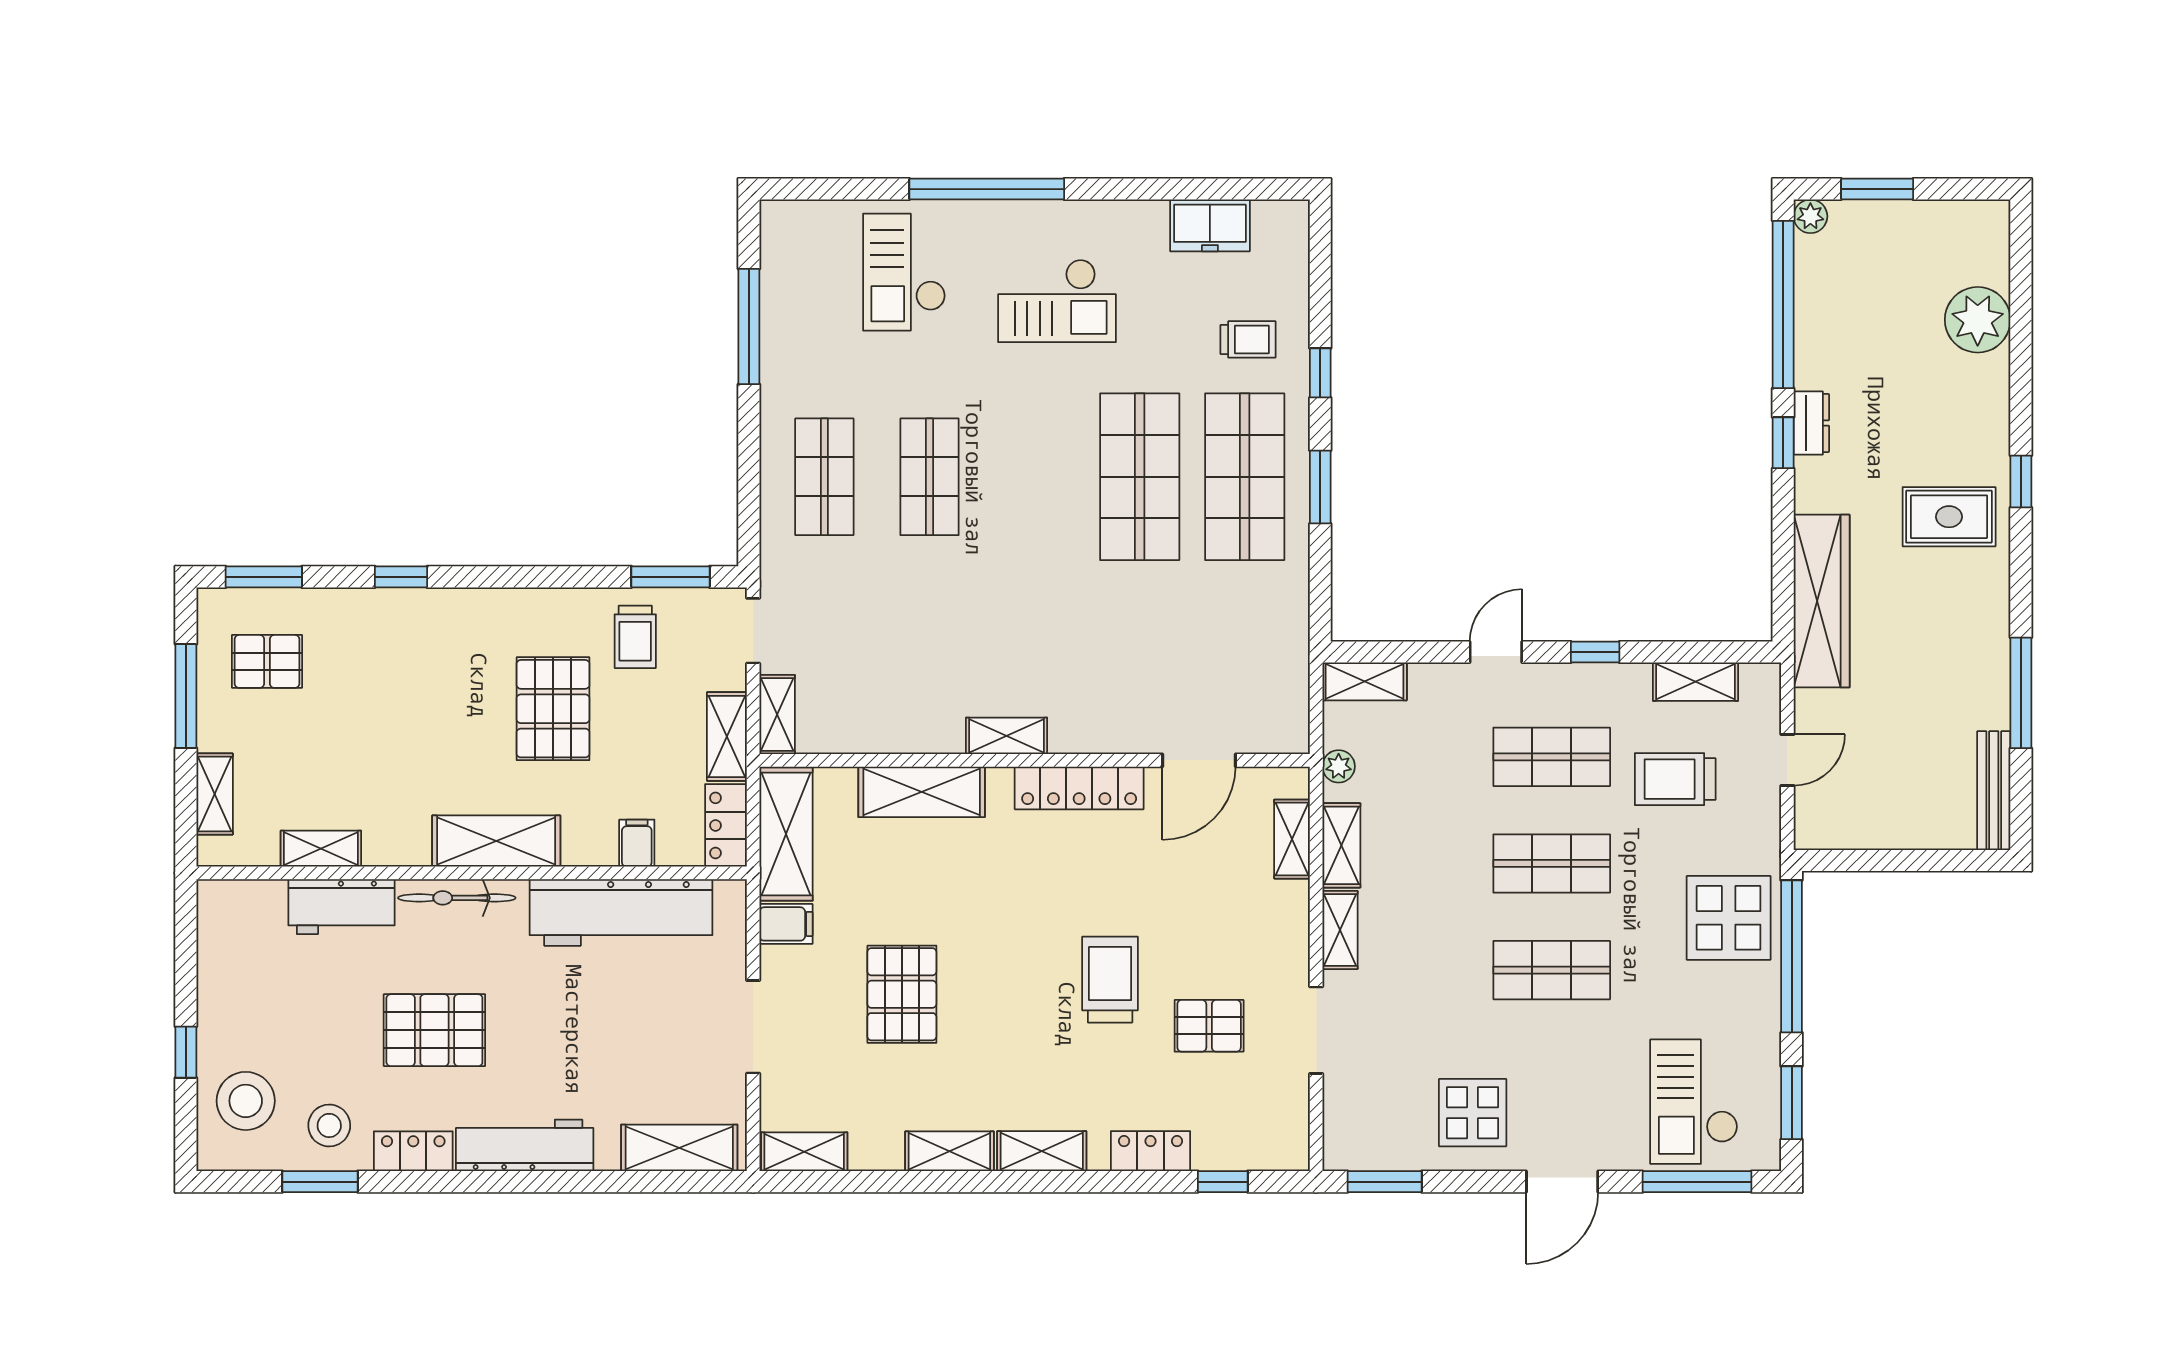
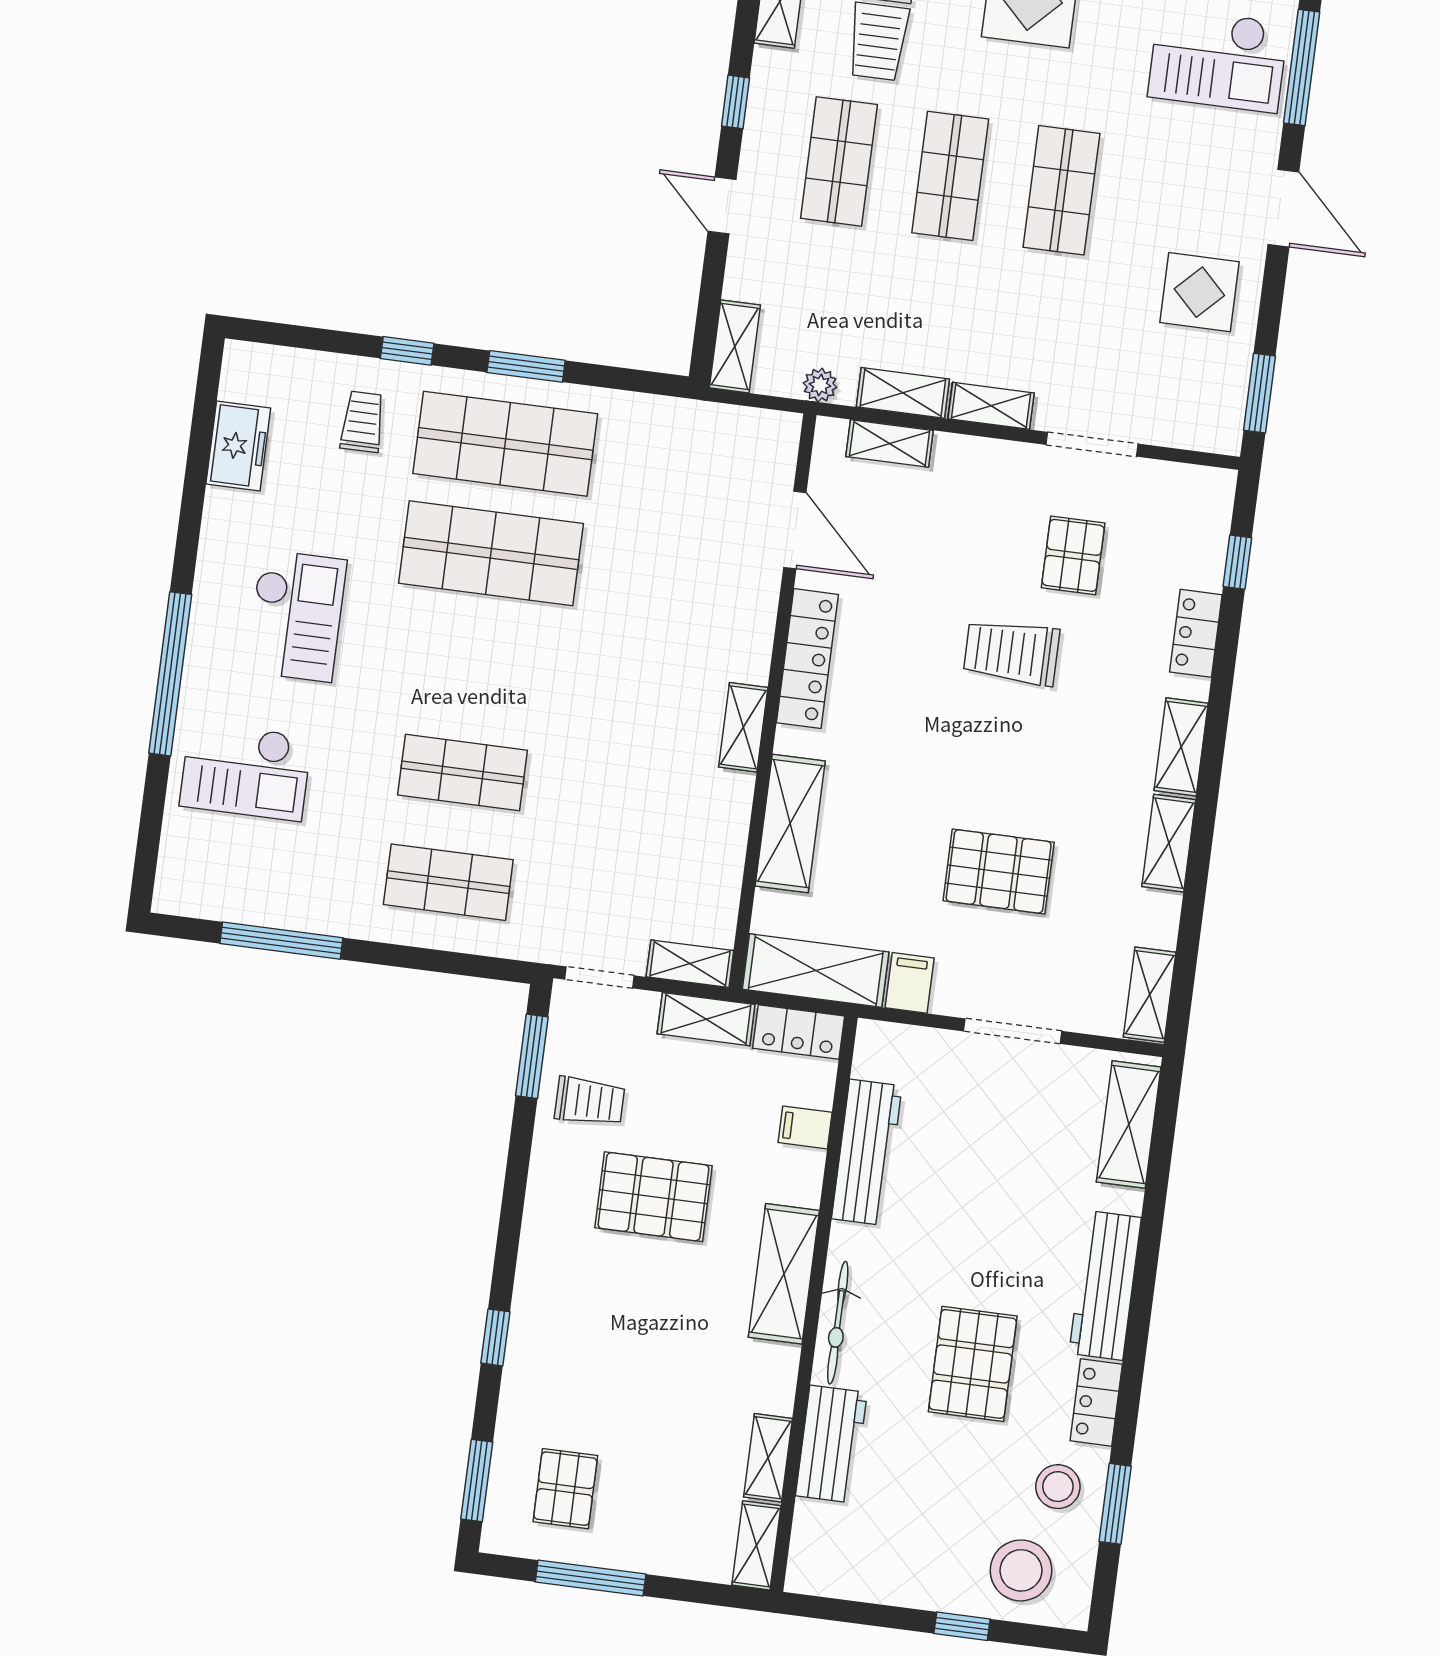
shelving: (215, 794) -> (756, 1545), moved, turned 90
workbench: (621, 913) -> (867, 1152), width x0.73, depth x0.76

